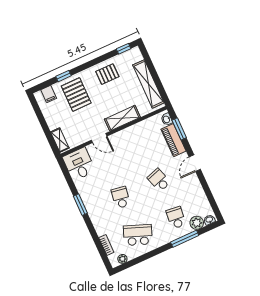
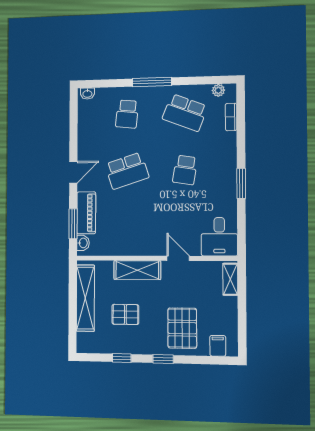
window: (124, 49) -> (122, 358), moved
pallet: (107, 74) -> (125, 314), moved
window: (64, 76) -> (163, 359), moved
school desk: (159, 180) -> (127, 171), width x1.85
plant: (197, 223) -> (104, 97), removed
window: (185, 239) -> (152, 82), moved

